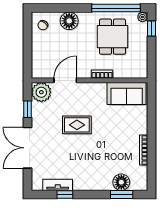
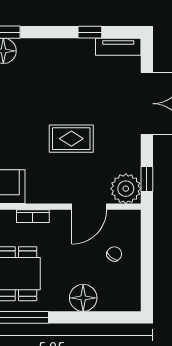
chair: (43, 25) -> (114, 254), moved
window: (28, 109) -> (147, 179), moved
tv unit: (58, 185) -> (118, 47), moved

